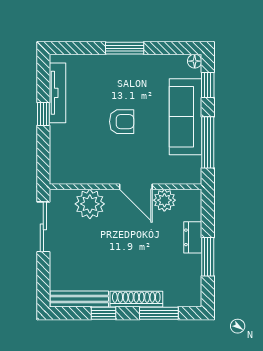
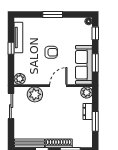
sofa: (186, 117) -> (84, 65), moved
window: (208, 142) -> (95, 63), width x0.69
plant: (60, 173) -> (20, 79), added
door: (136, 187) -> (58, 86), swing flipped
plant: (164, 200) -> (87, 92), moved

